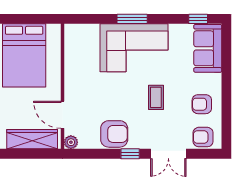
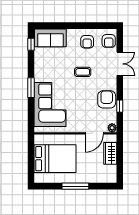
corner sofa: (134, 48) -> (50, 105), moved
wardrobe: (32, 139) -> (110, 153), width x0.67
window: (130, 154) -> (120, 106), moved

